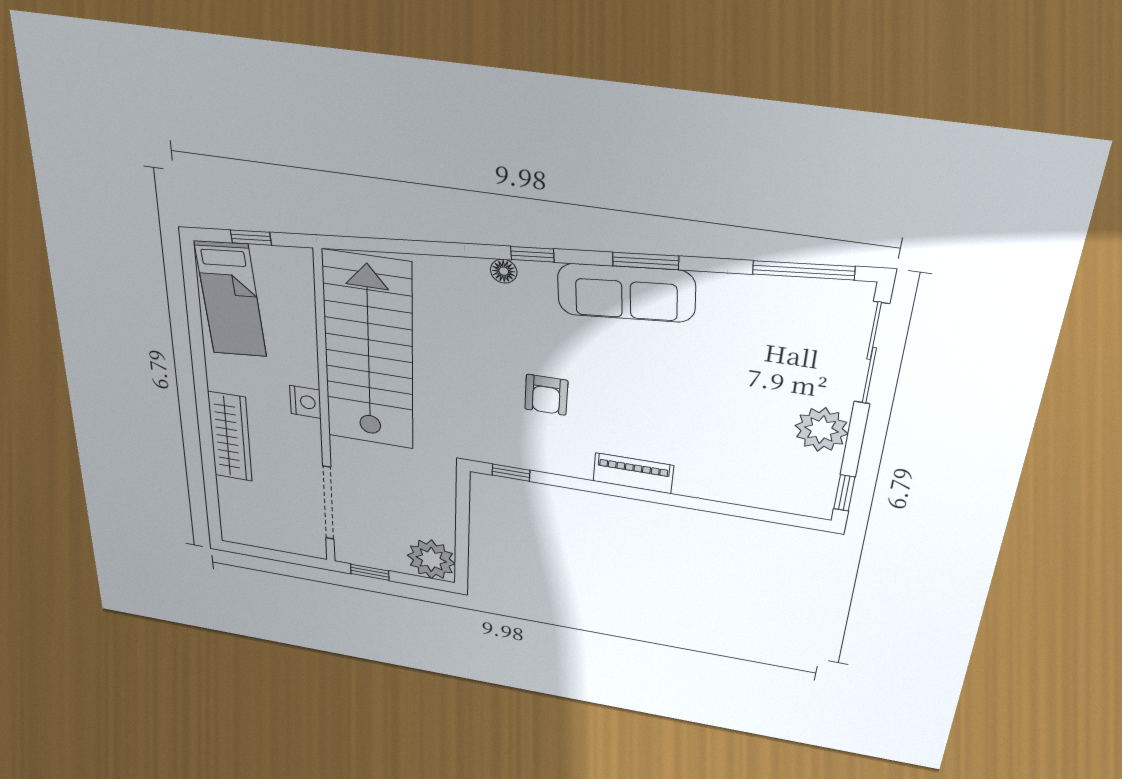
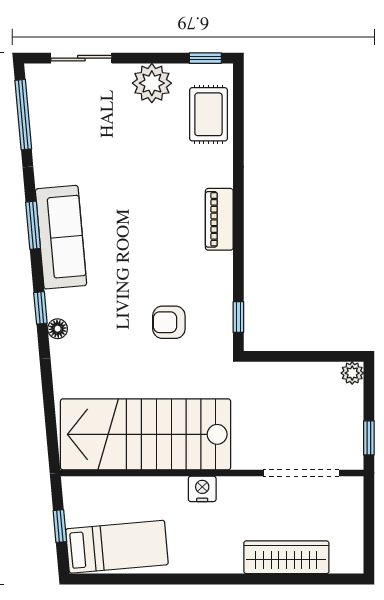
sliding door: (872, 353) -> (81, 58), width x0.73
armchair: (546, 395) -> (169, 322), moved, turned 180
wardrobe: (230, 437) -> (286, 557), moved
rug: (770, 484) -> (208, 114), added
plant: (431, 559) -> (352, 373), width x0.53, depth x0.53

